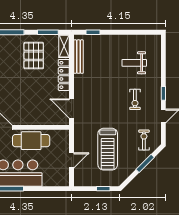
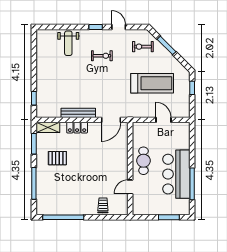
pallet: (34, 56) -> (57, 158), width x0.67, depth x0.71
bench: (78, 57) -> (78, 113), moved
weight bench: (134, 63) -> (68, 43), moved
locker: (64, 75) -> (77, 128), width x0.66
cafe table: (31, 141) -> (143, 161), width x0.73, depth x0.74

